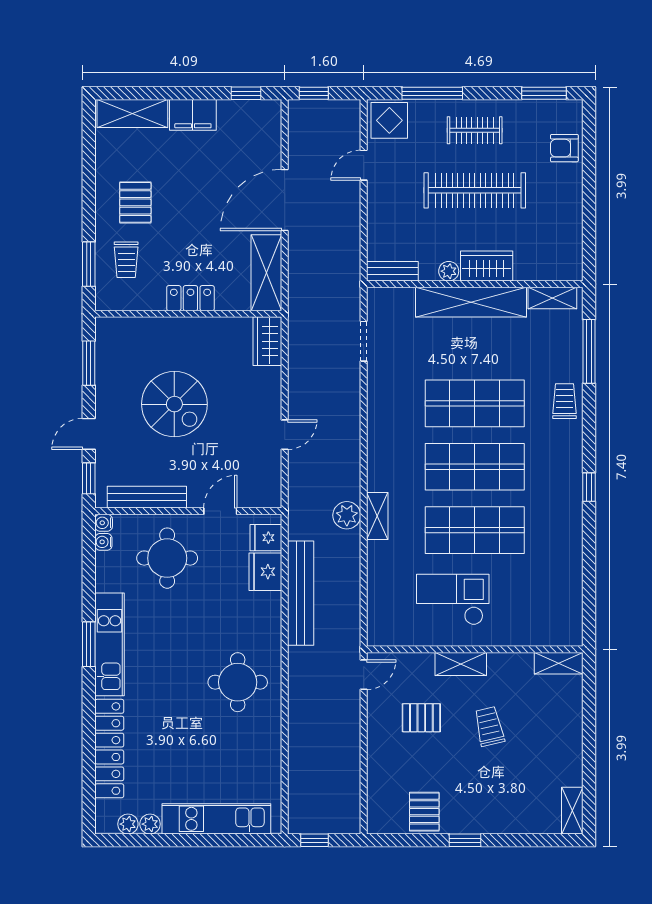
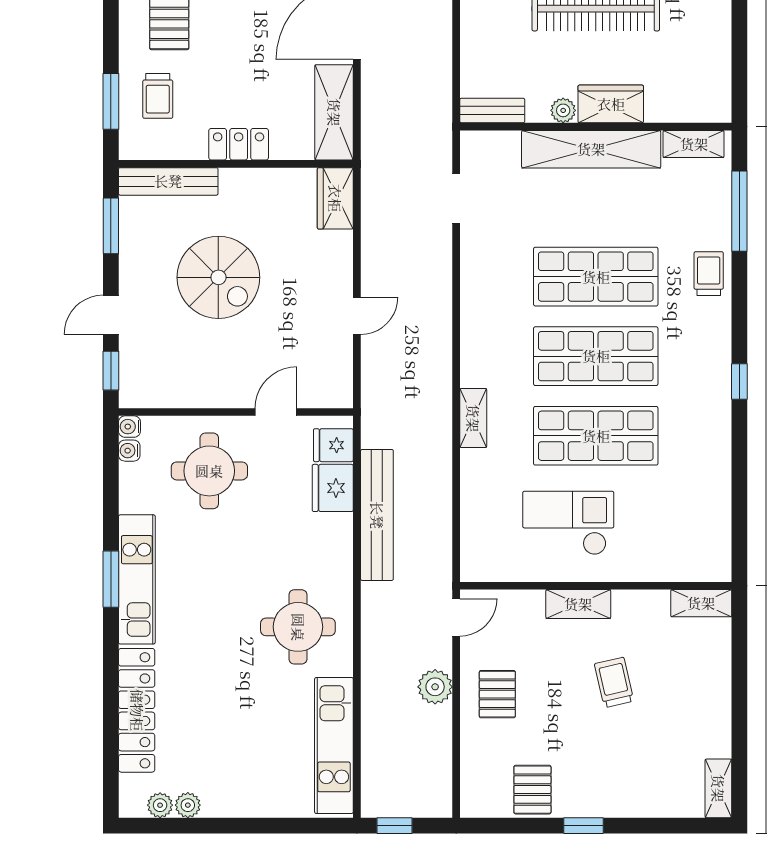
bench: (147, 497) -> (168, 181), moved
plant: (347, 515) -> (435, 687), moved
pallet: (421, 718) -> (497, 694), moved, turned 90
kitchen unit: (216, 819) -> (334, 745), moved, turned -90

